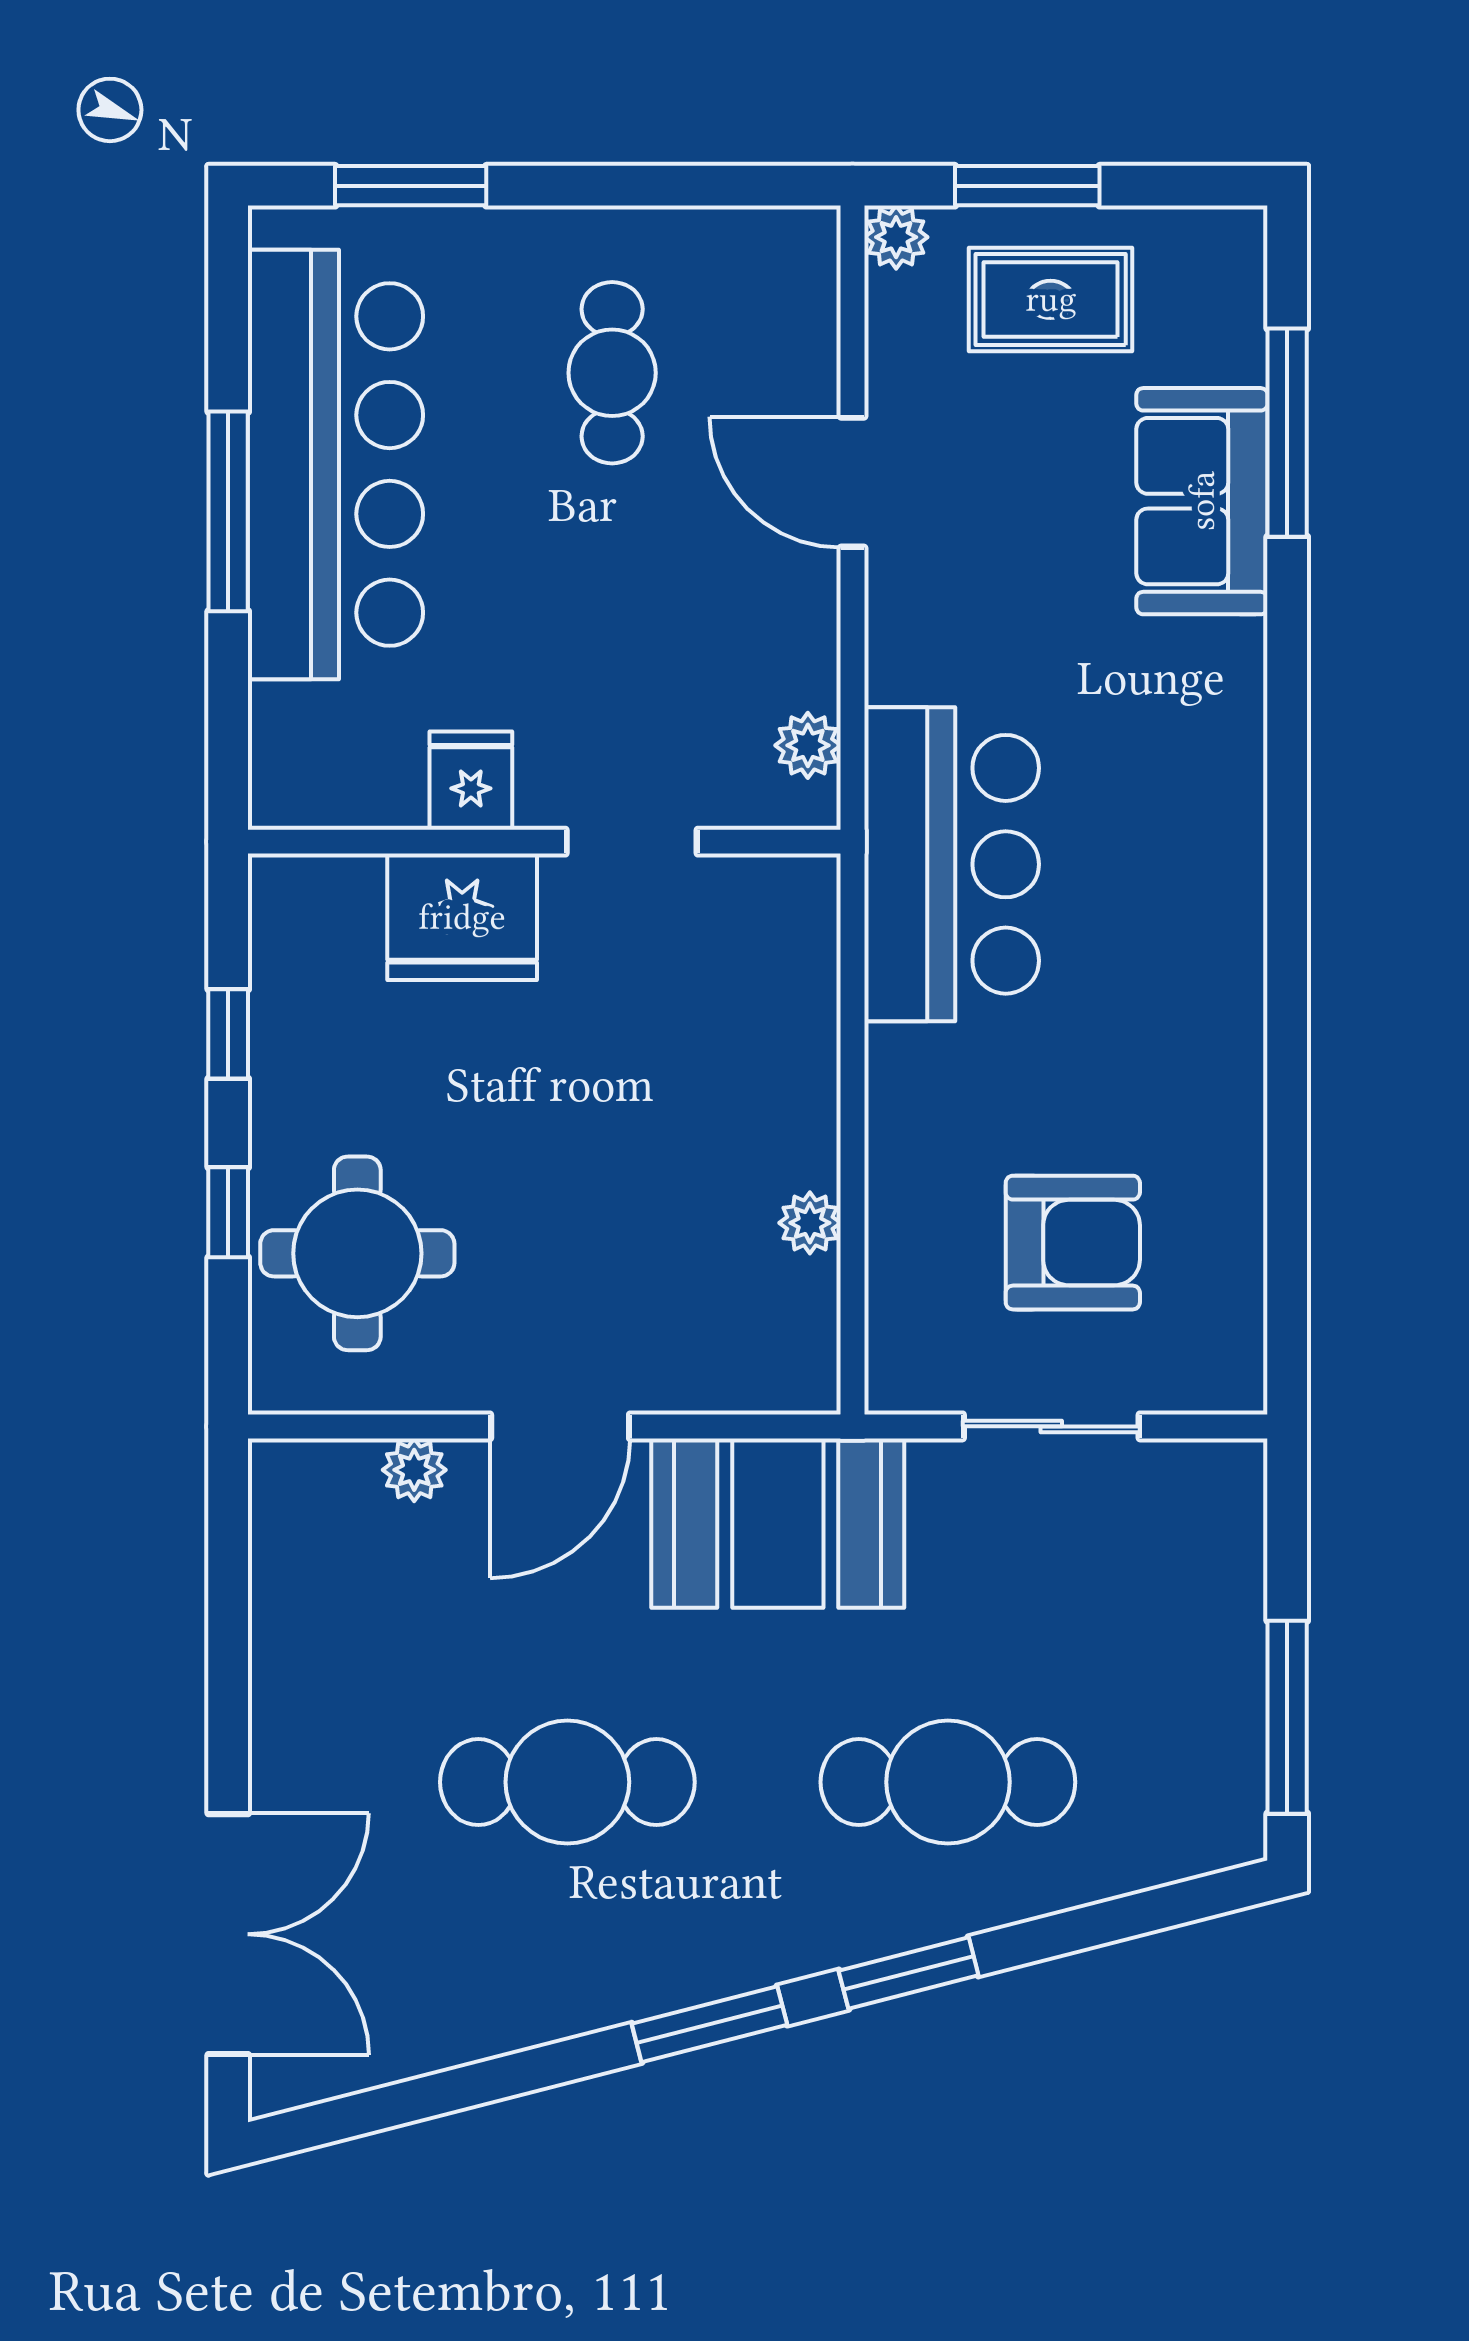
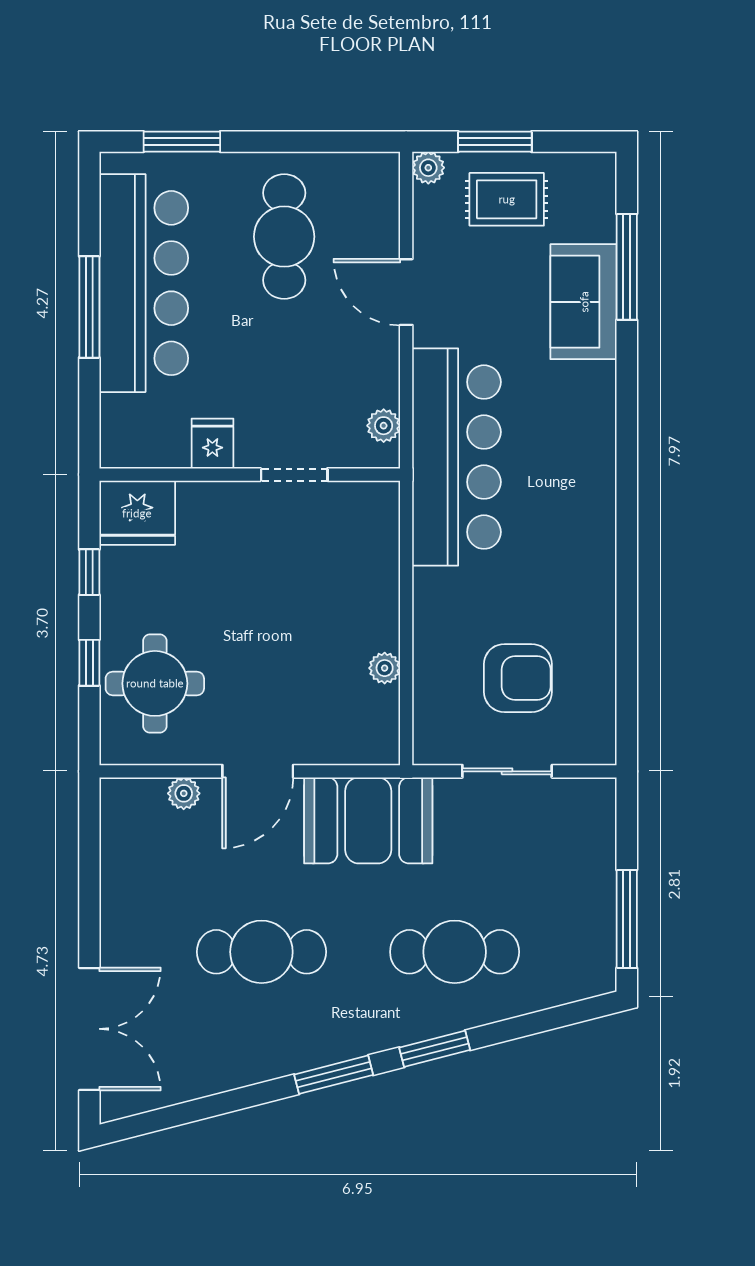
cafe table: (612, 373) -> (284, 237), width x1.37, depth x1.35
bar counter: (952, 864) -> (456, 457), width x1.36
fridge: (462, 917) -> (137, 513), moved

